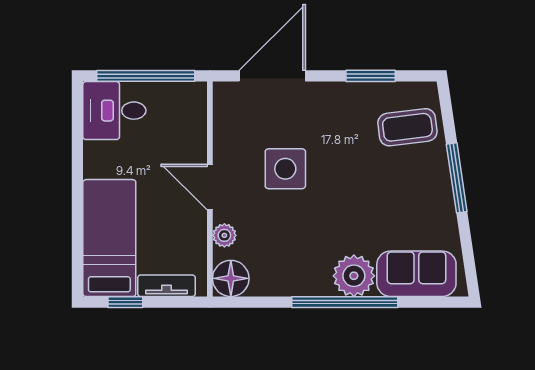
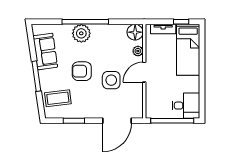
door: (210, 187) -> (144, 72), swing flipped
armchair: (353, 189) -> (82, 71), added
sofa: (416, 274) -> (45, 51), moved, turned -98

